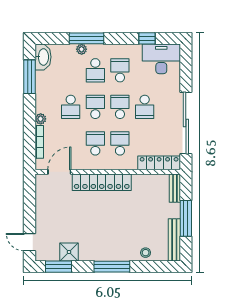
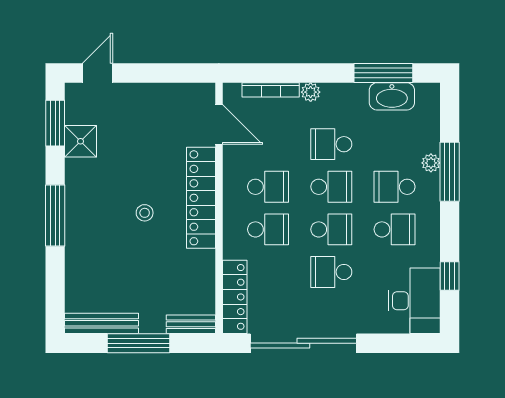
washbasin: (43, 57) -> (392, 96), moved
stool: (146, 253) -> (145, 213), moved

